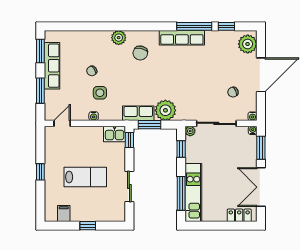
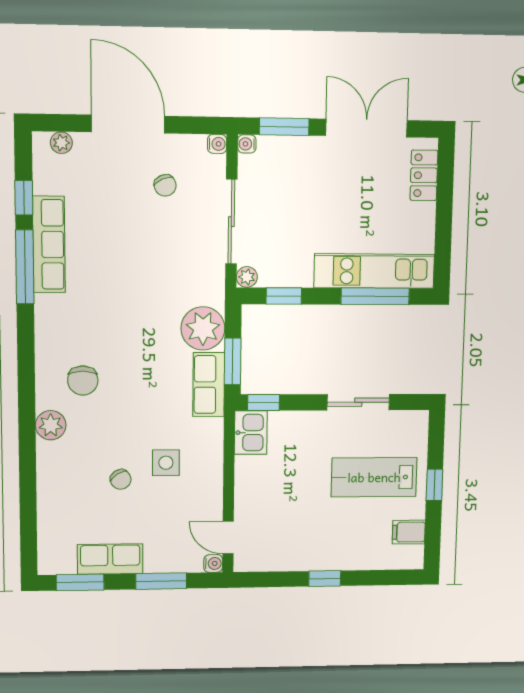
row of seats: (182, 38) -> (49, 244), moved
plant: (248, 44) -> (61, 143), width x0.53, depth x0.53
chair: (140, 53) -> (83, 381), turned 76
row of seats: (52, 66) -> (110, 559), width x0.68
water cooler: (94, 116) -> (213, 563), moved
lab bench: (85, 177) -> (374, 477), moved, turned -90
double door: (261, 187) -> (367, 128), swing flipped

